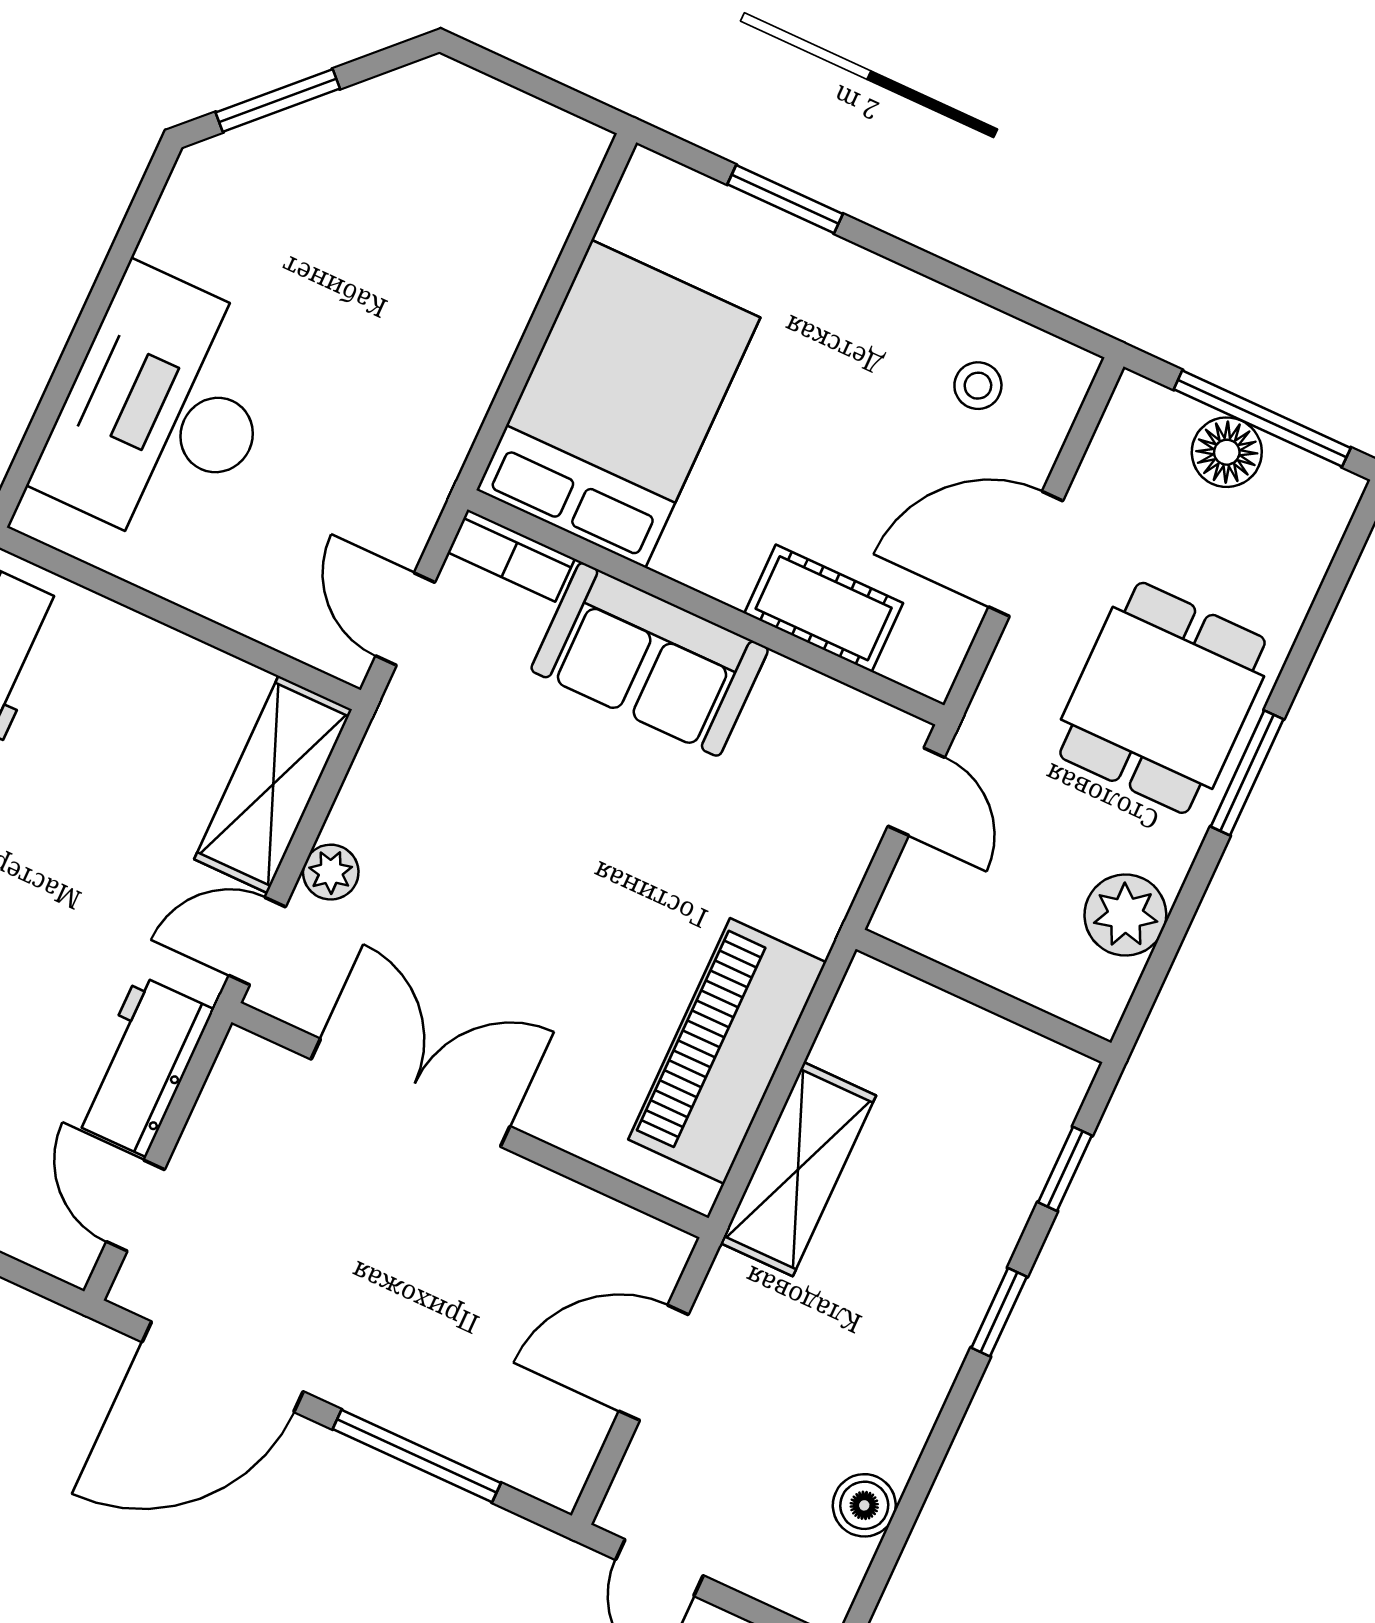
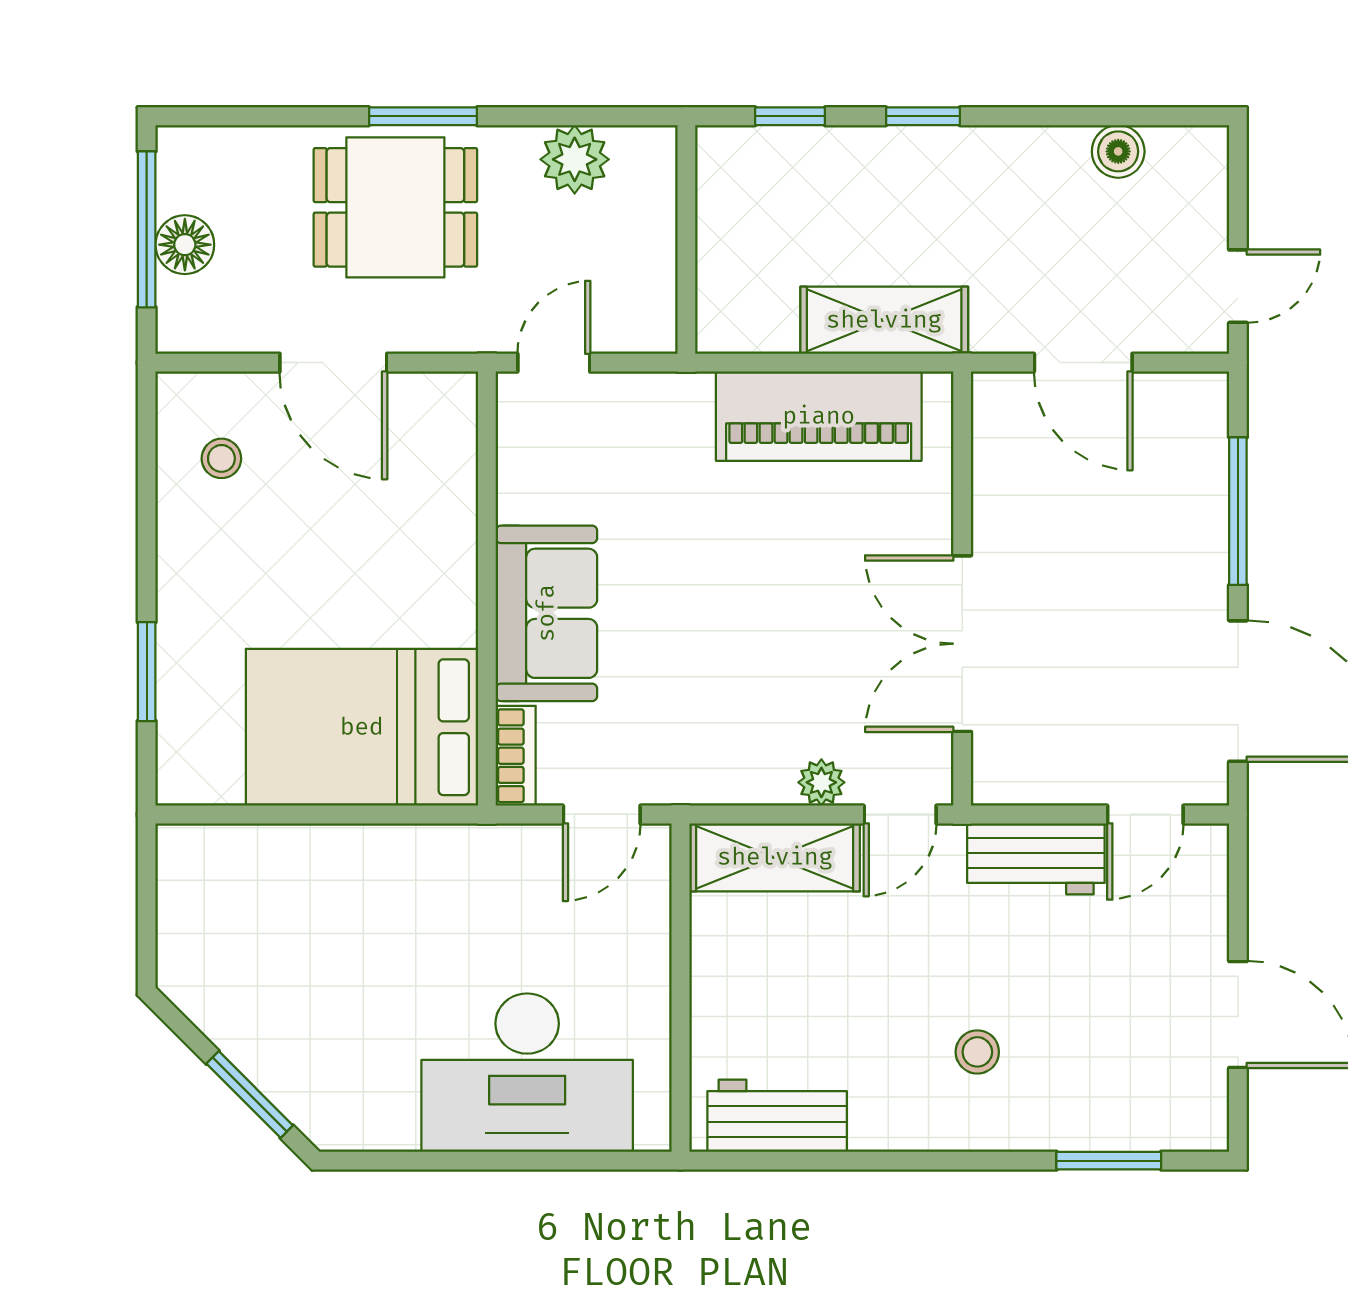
cot: (824, 608) -> (446, 498), removed
door: (257, 941) -> (900, 814), hinge flipped

